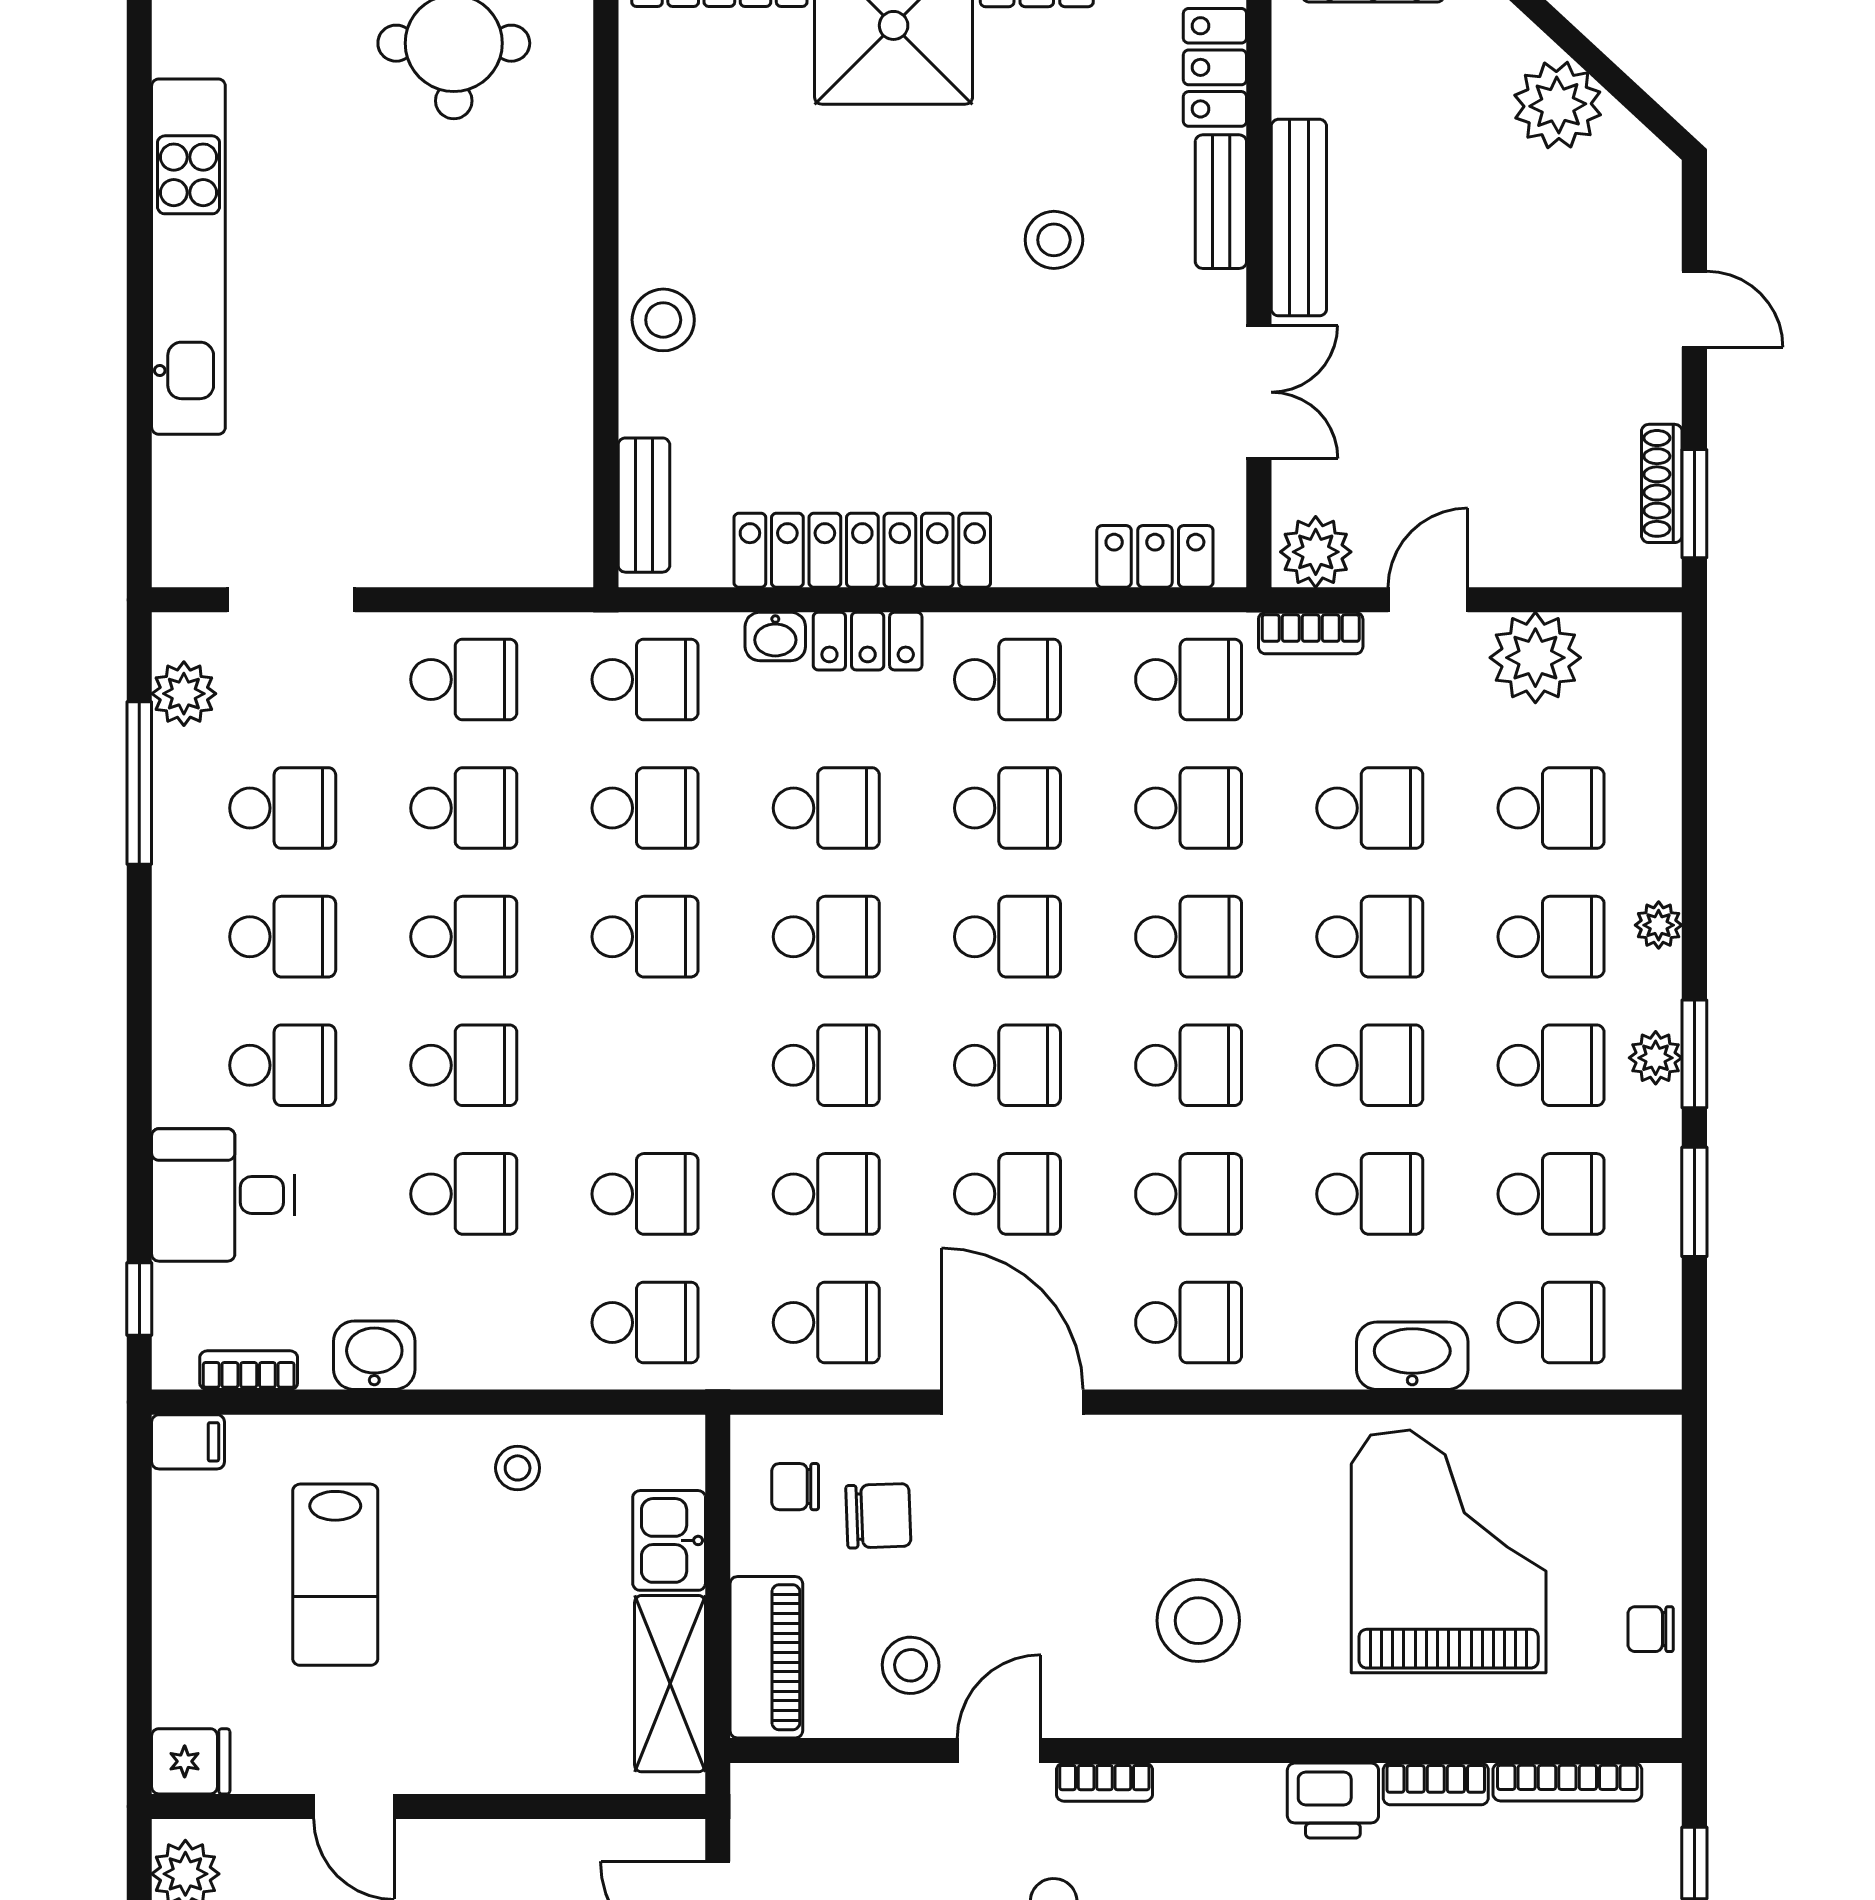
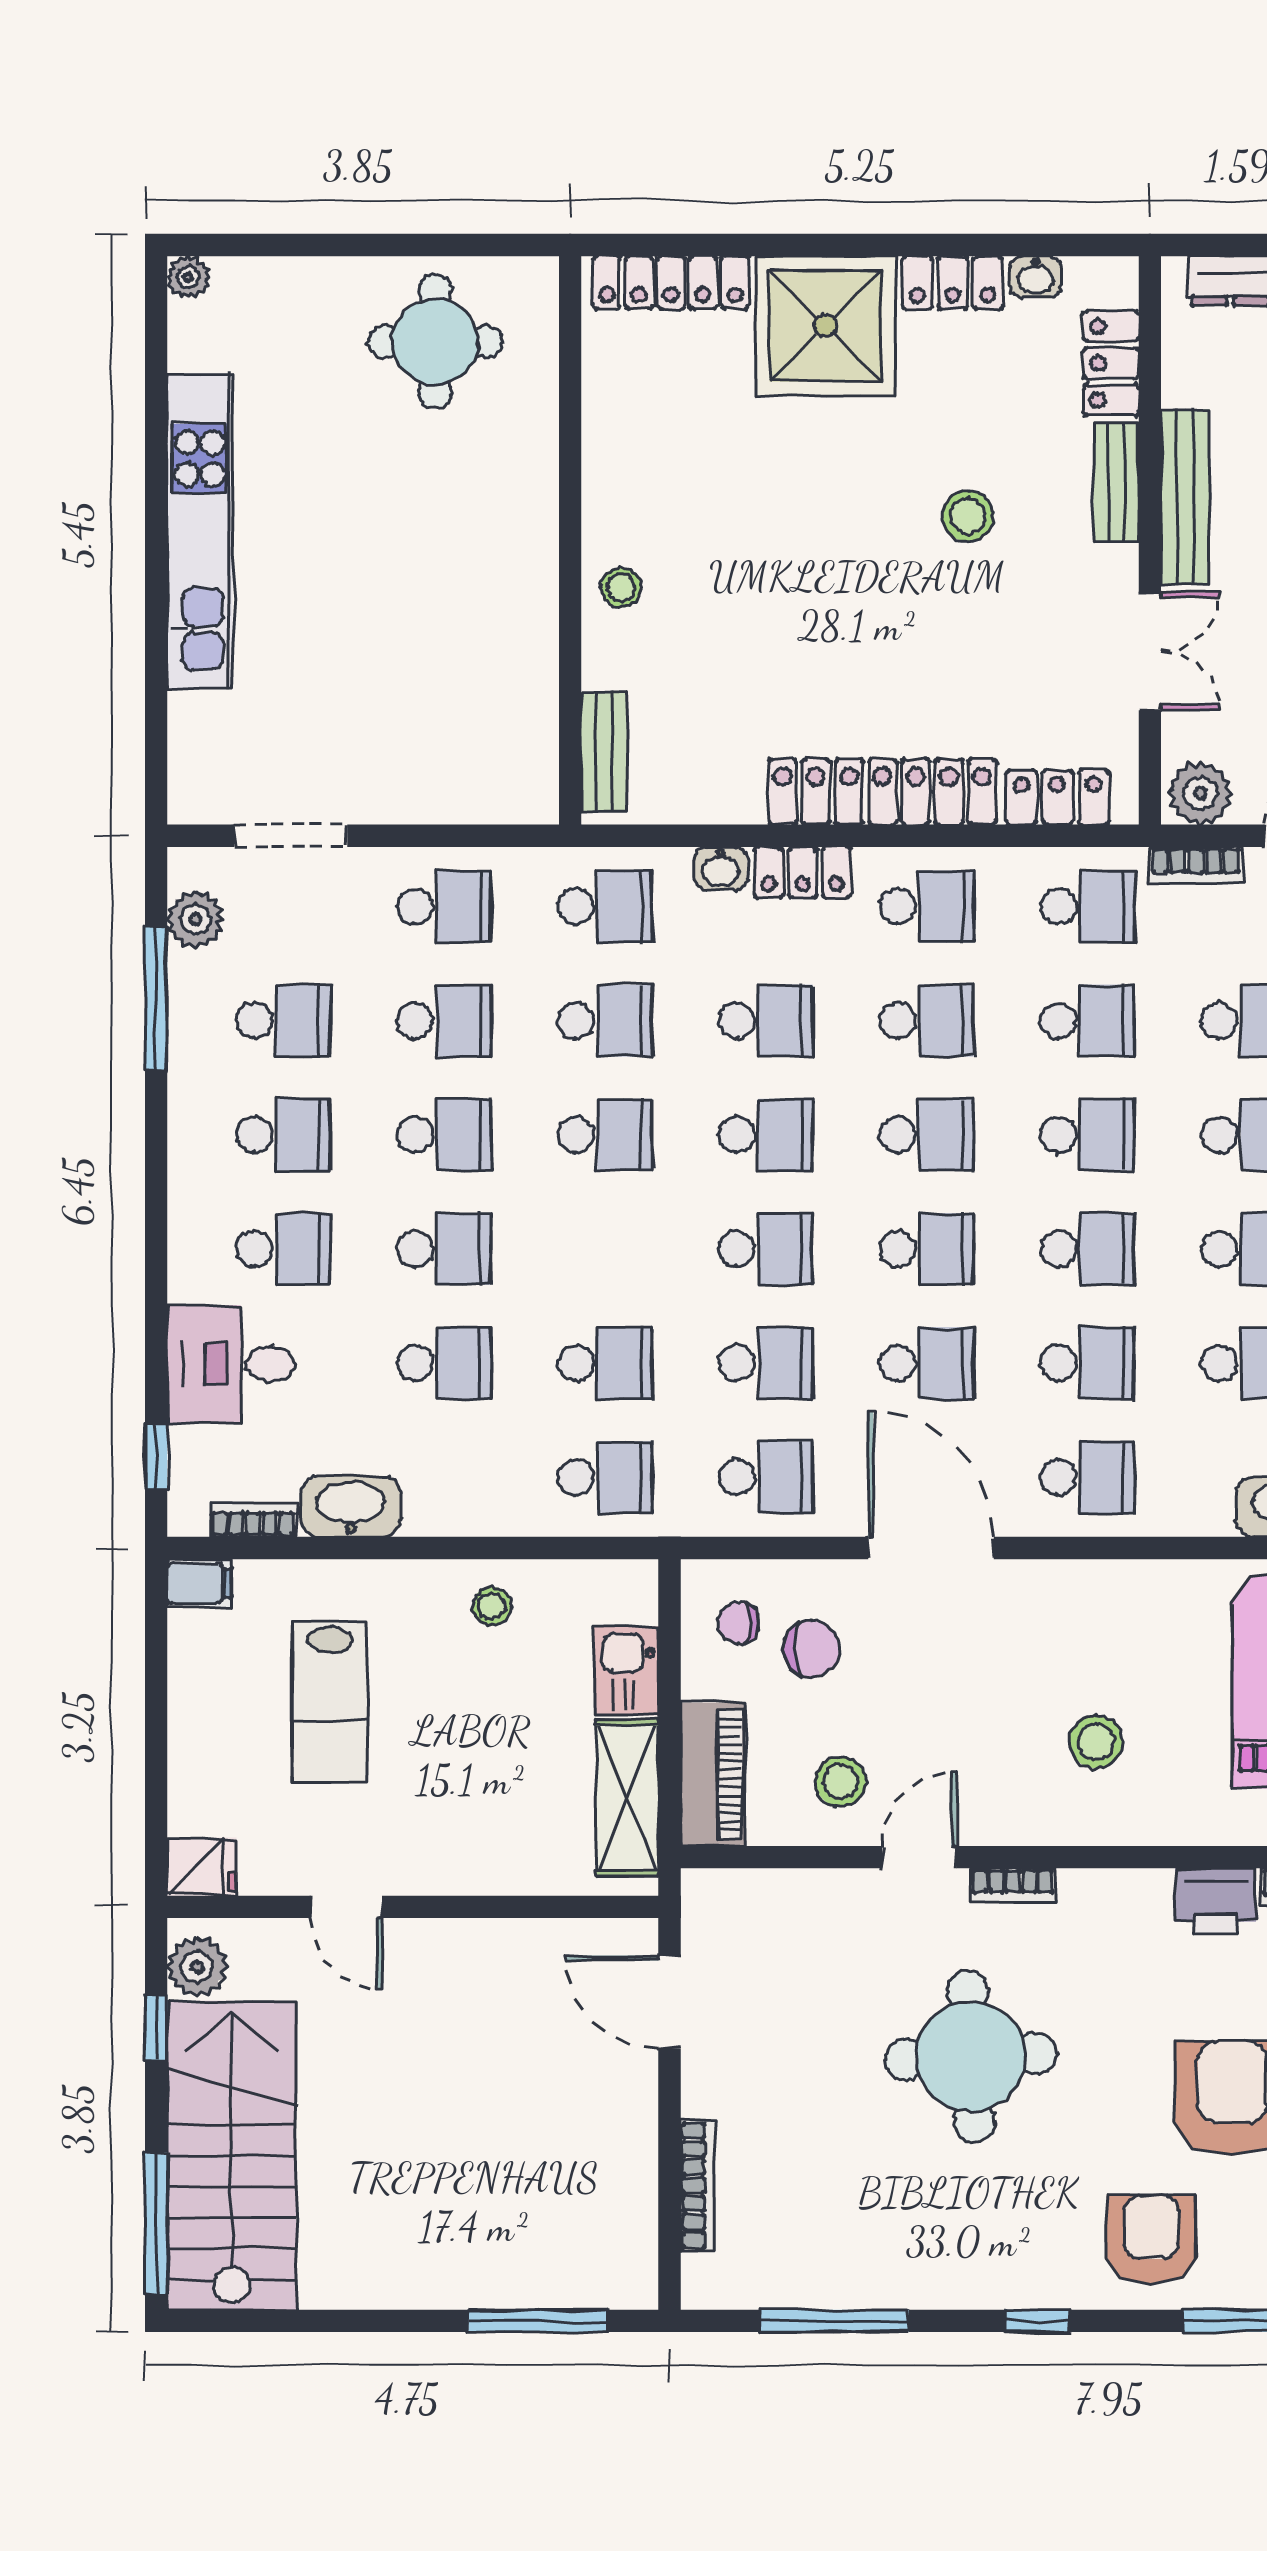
stool: (663, 320) -> (621, 587), width x0.73, depth x0.73
locker: (862, 550) -> (882, 792), moved
washbasin: (374, 1355) -> (351, 1506), width x1.38
stool: (1198, 1621) -> (1096, 1742), width x0.73, depth x0.73

